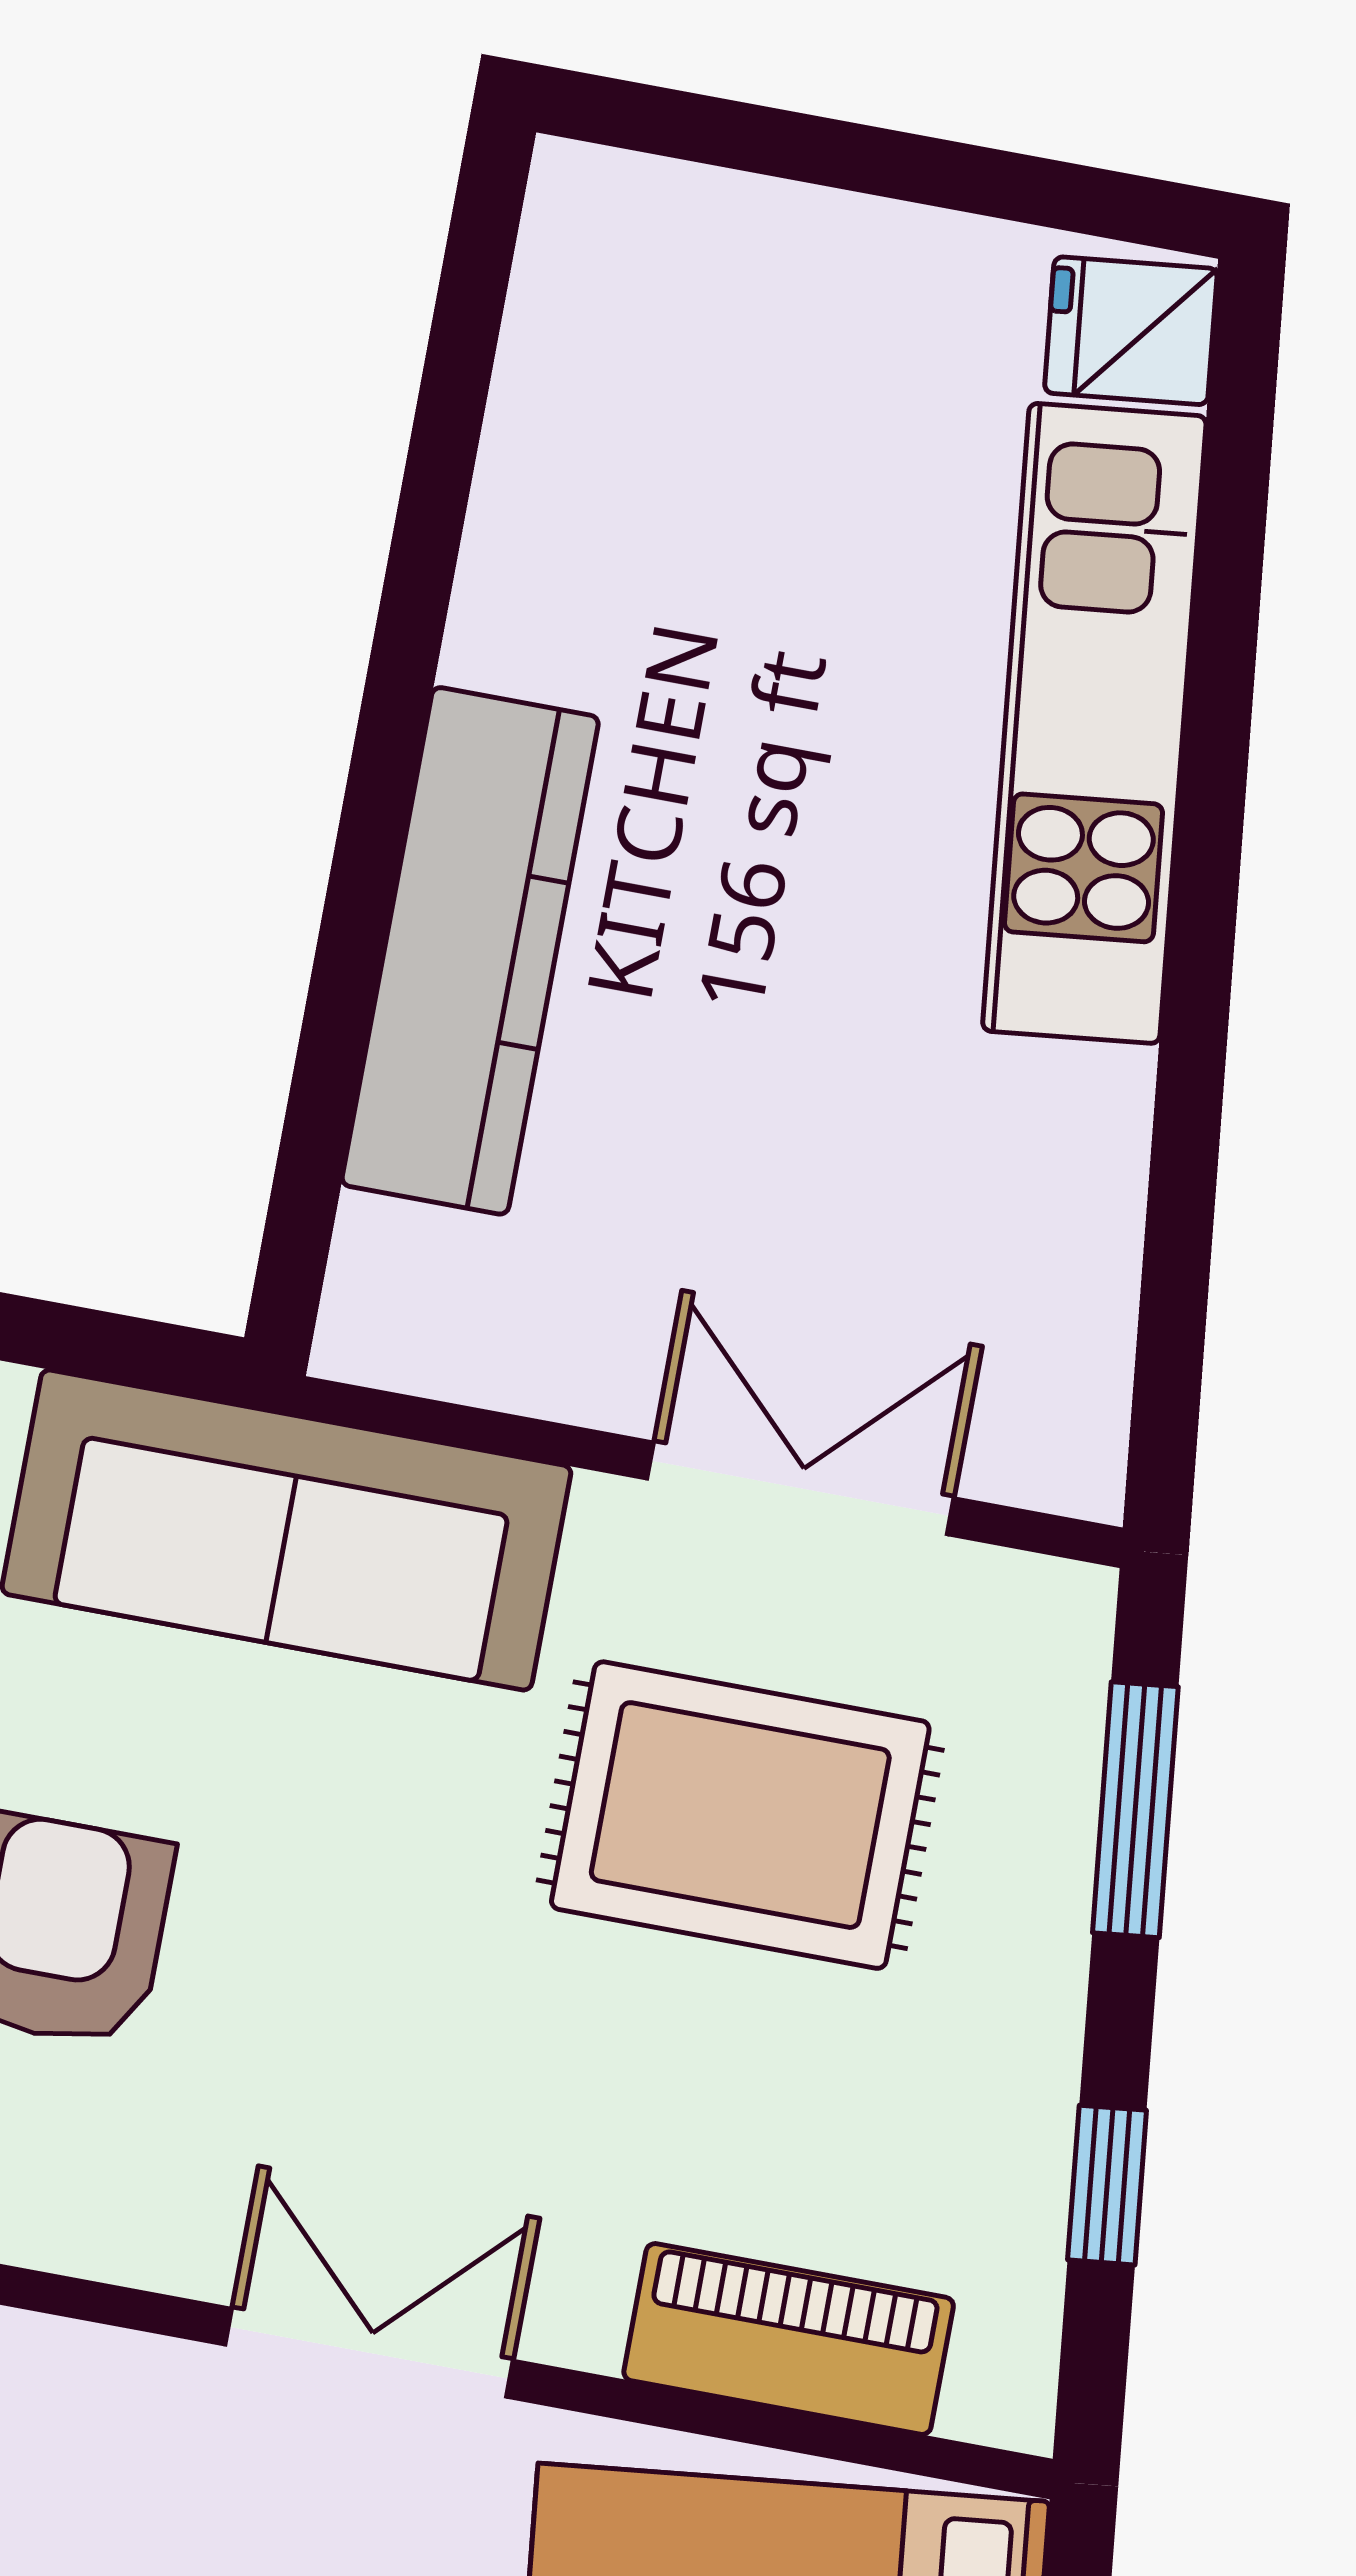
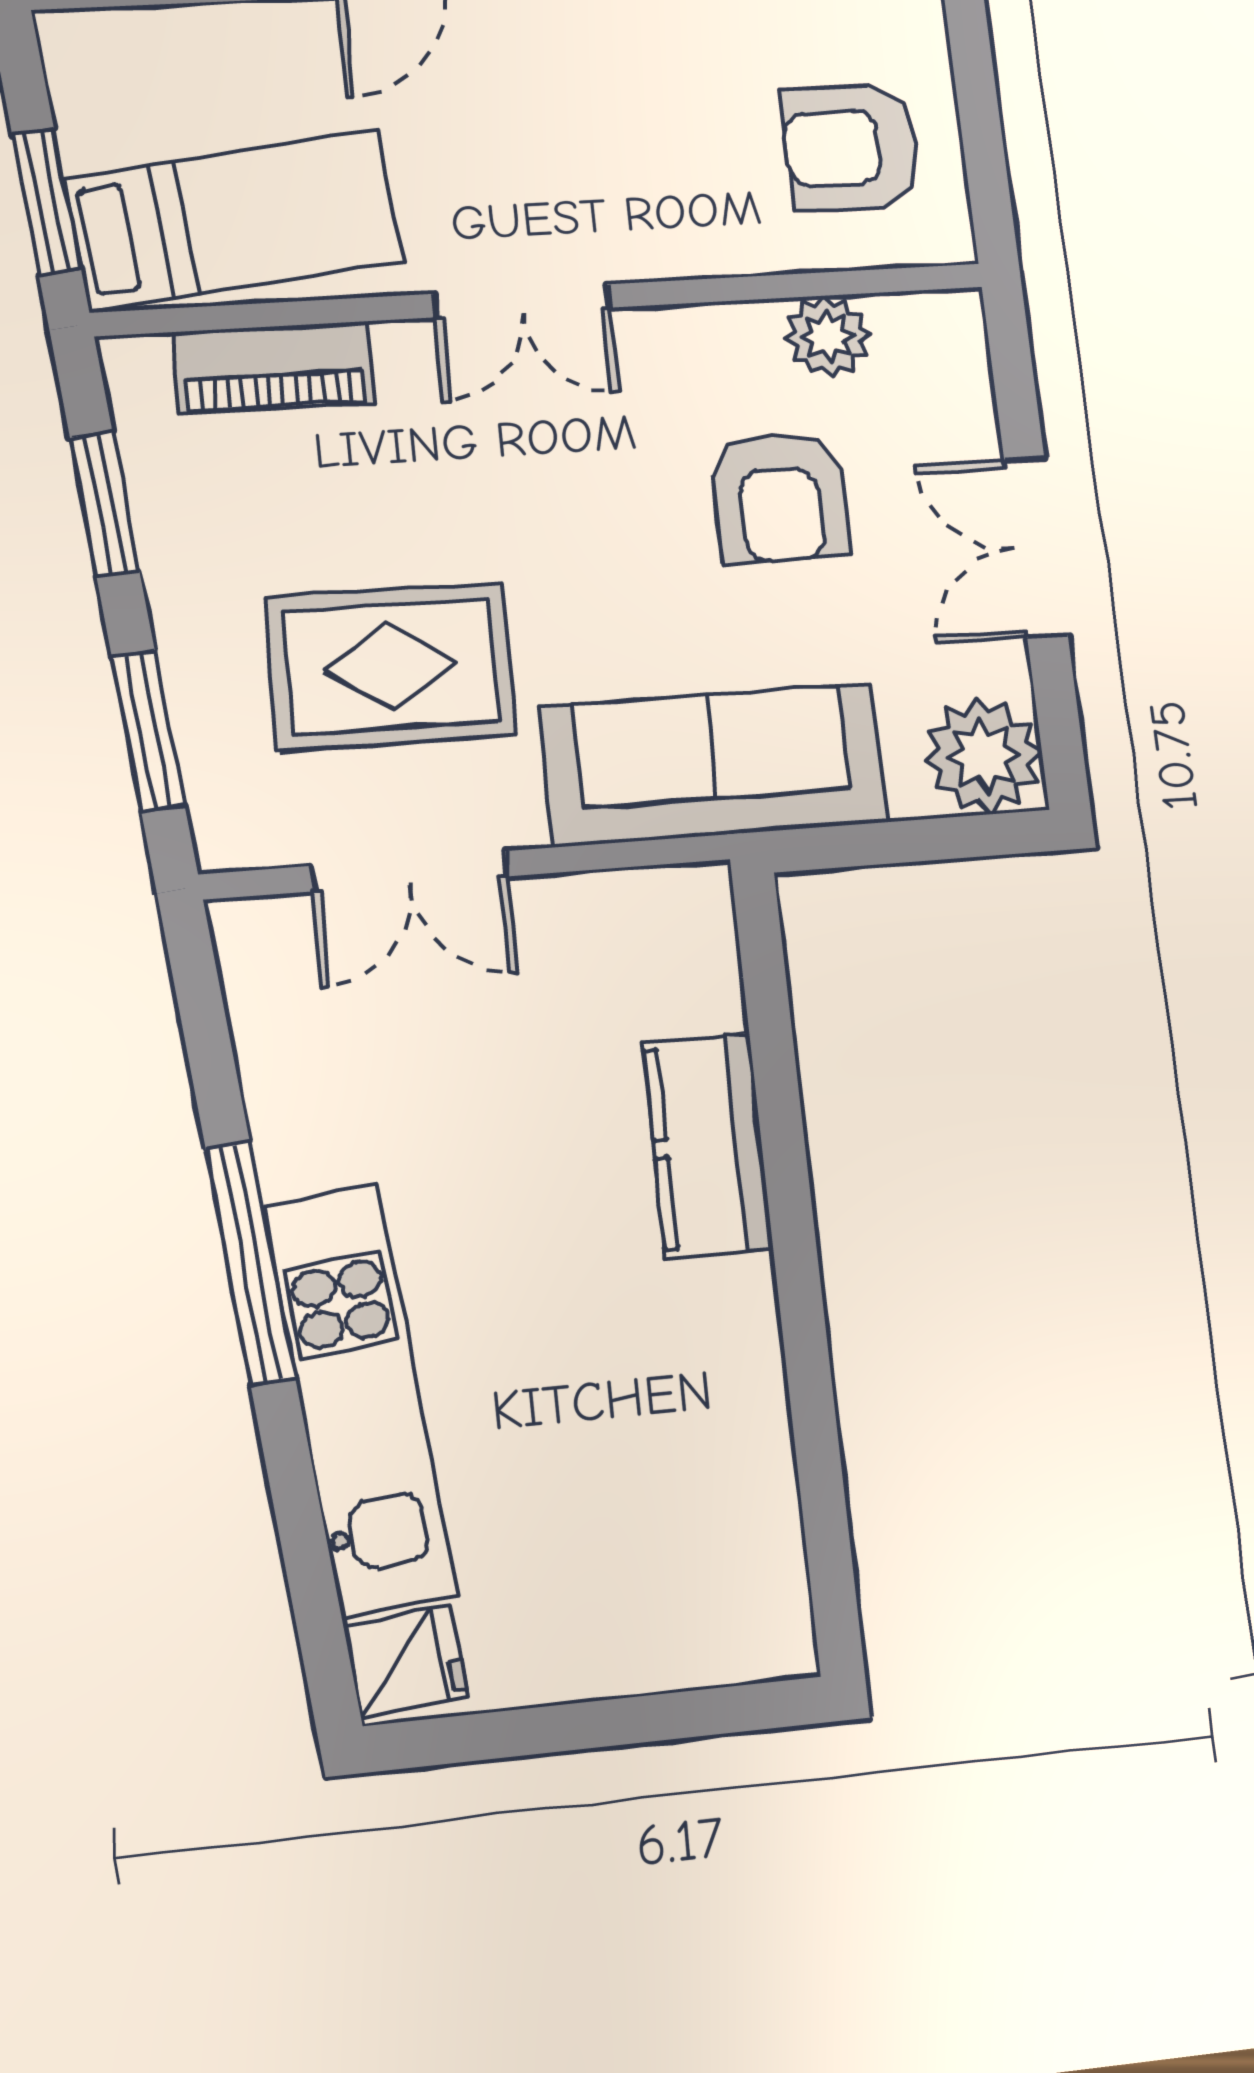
kitchen counter: (470, 951) -> (708, 1145), width x0.67
window: (1199, 965) -> (250, 1263), added
window: (1107, 2185) -> (104, 504), width x1.50

